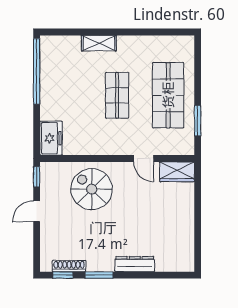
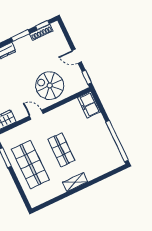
shelving: (99, 43) -> (75, 182), moved
door: (144, 158) -> (36, 115), moved
spiral stairs: (92, 189) -> (50, 86), turned 180
door: (37, 211) -> (77, 56), swing flipped

